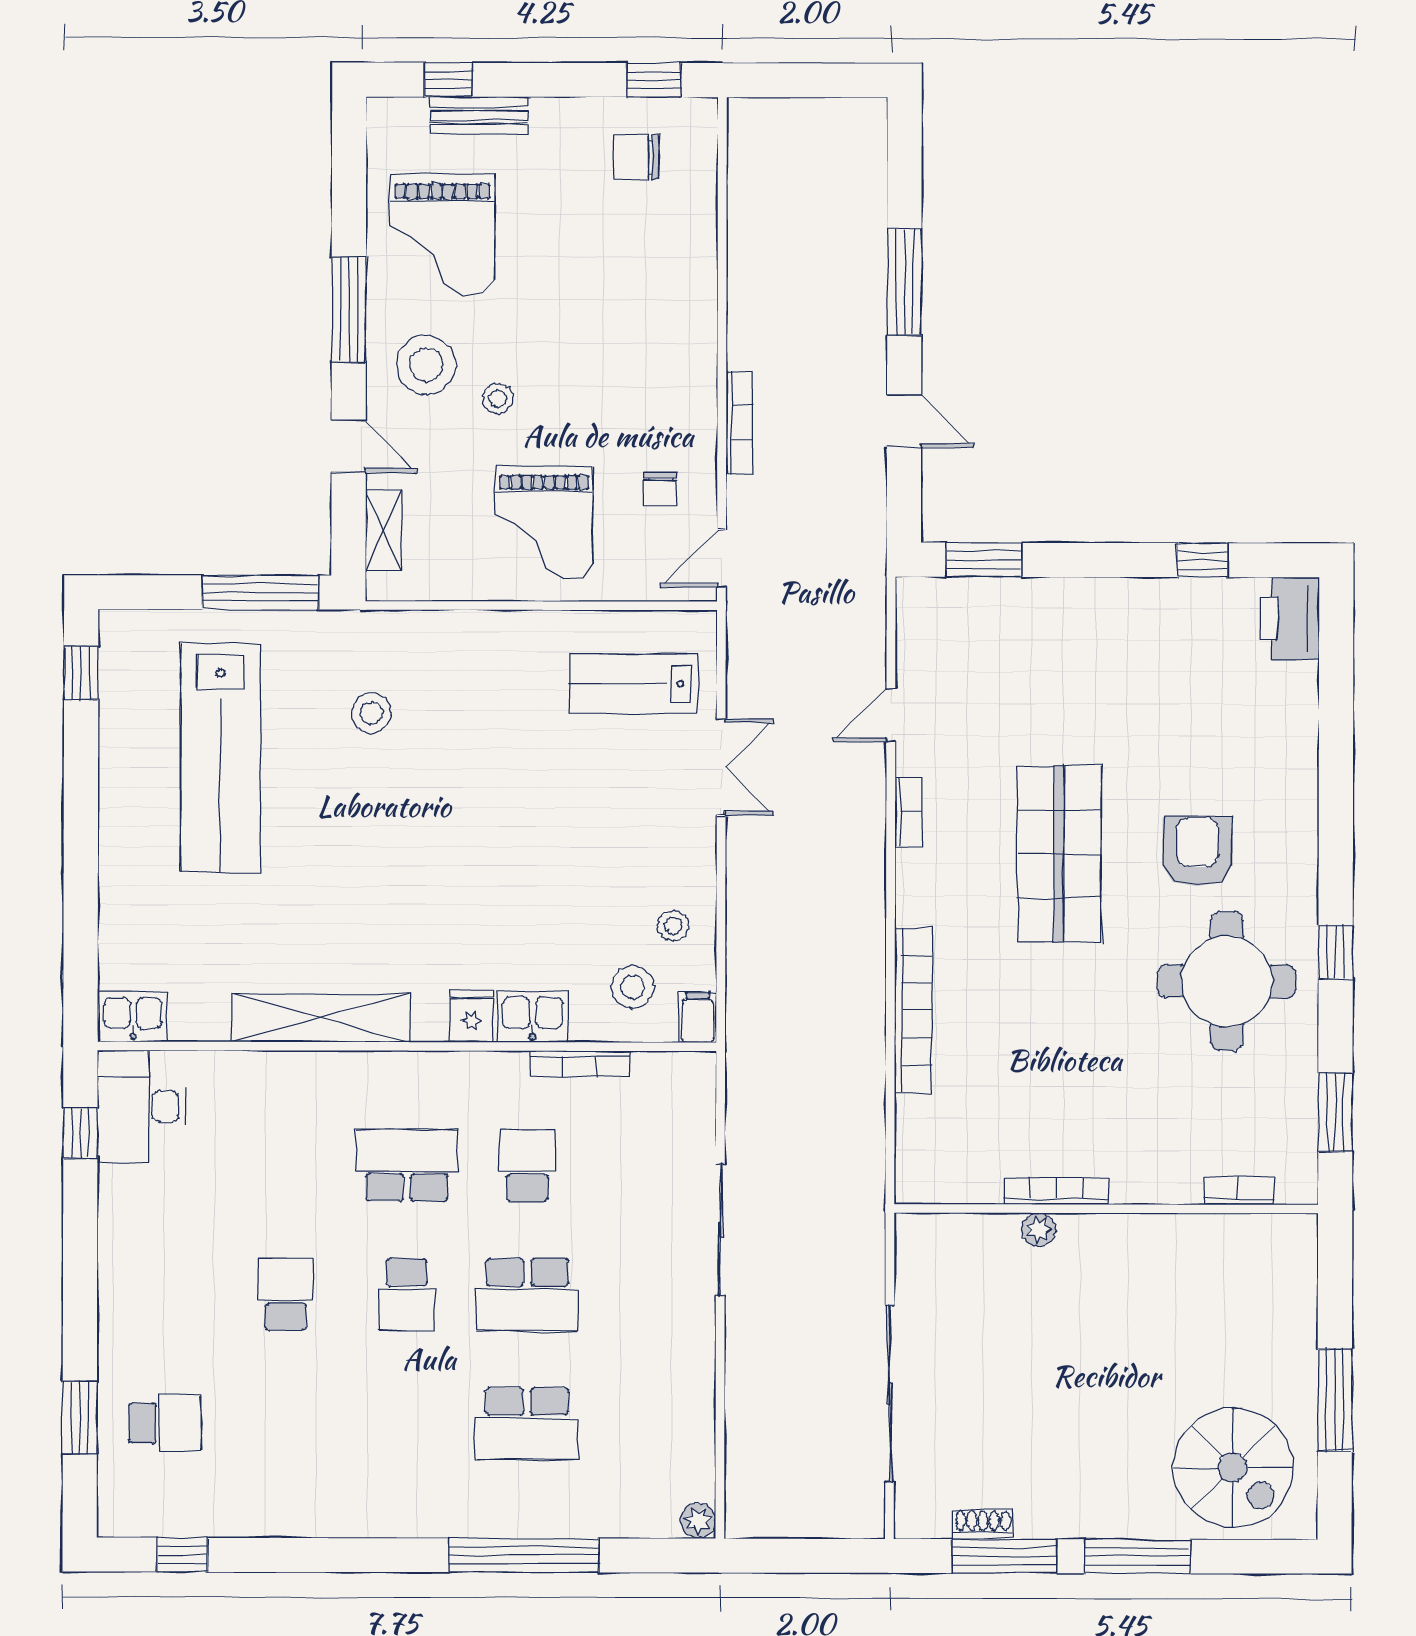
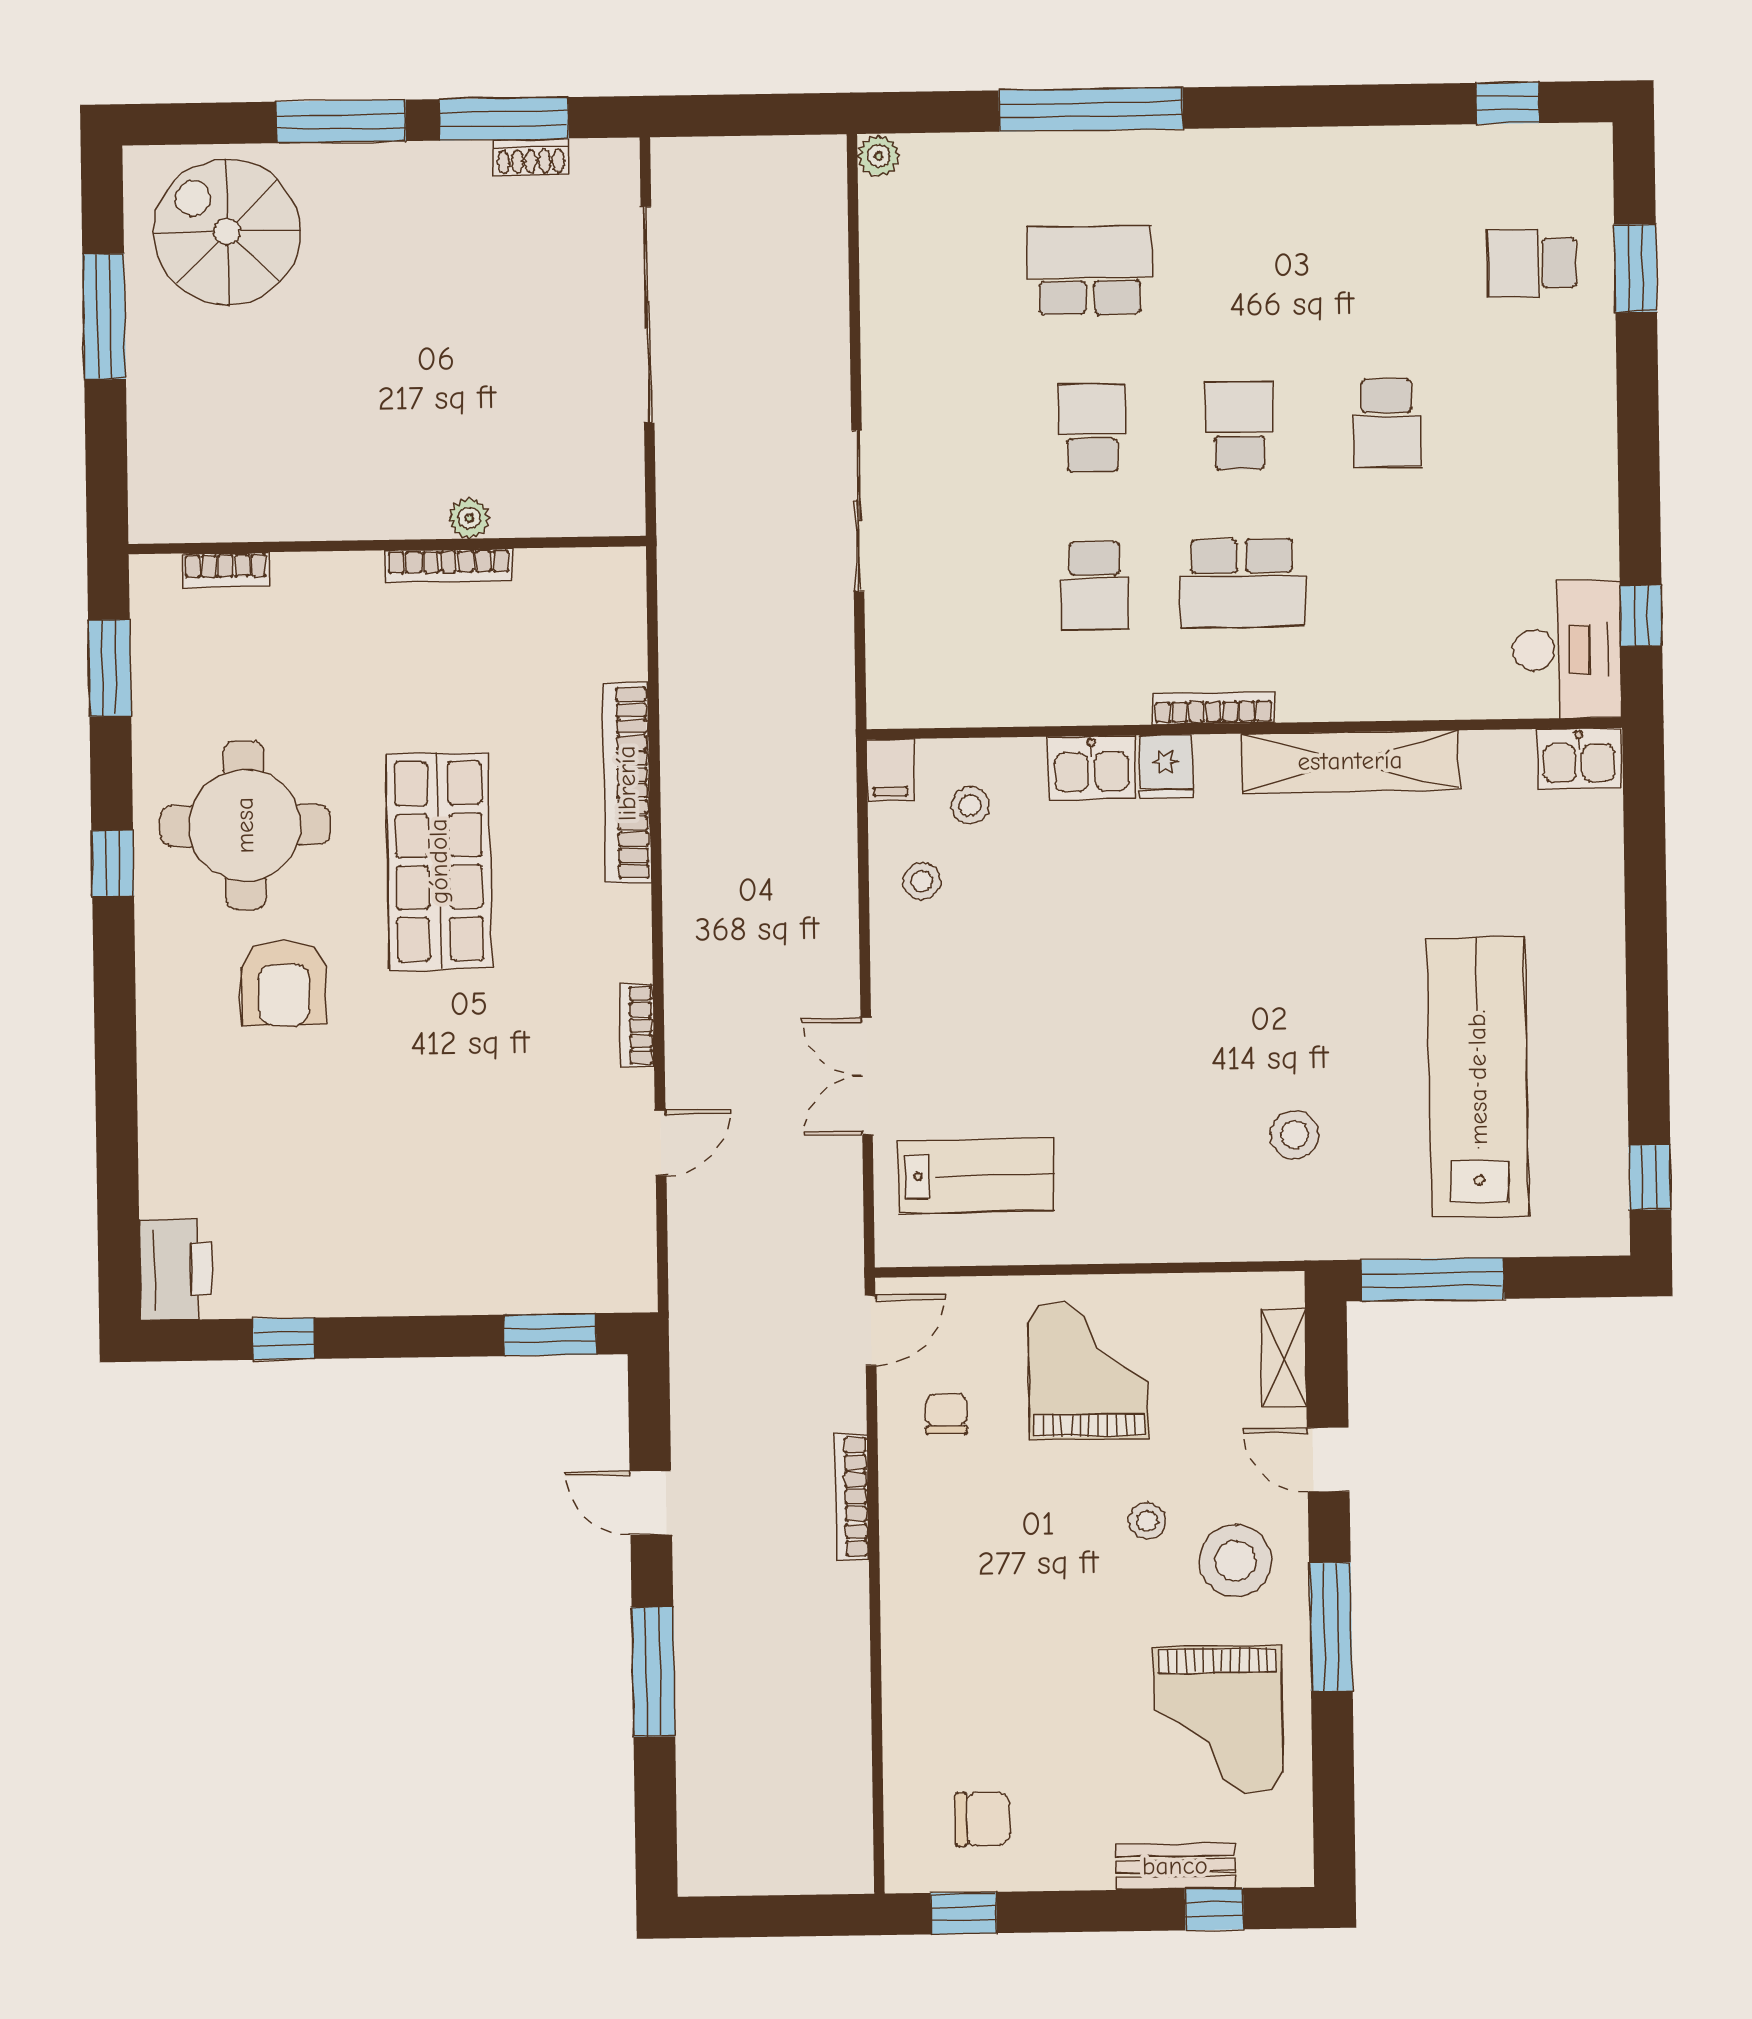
grand piano: (442, 235) -> (1218, 1720), turned 180
shop shelf: (1059, 854) -> (439, 861), moved
stool: (633, 987) -> (970, 806), width x0.73, depth x0.73
bookcase: (580, 1064) -> (1213, 708), moved
school desk: (527, 1295) -> (1092, 428), width x0.54

